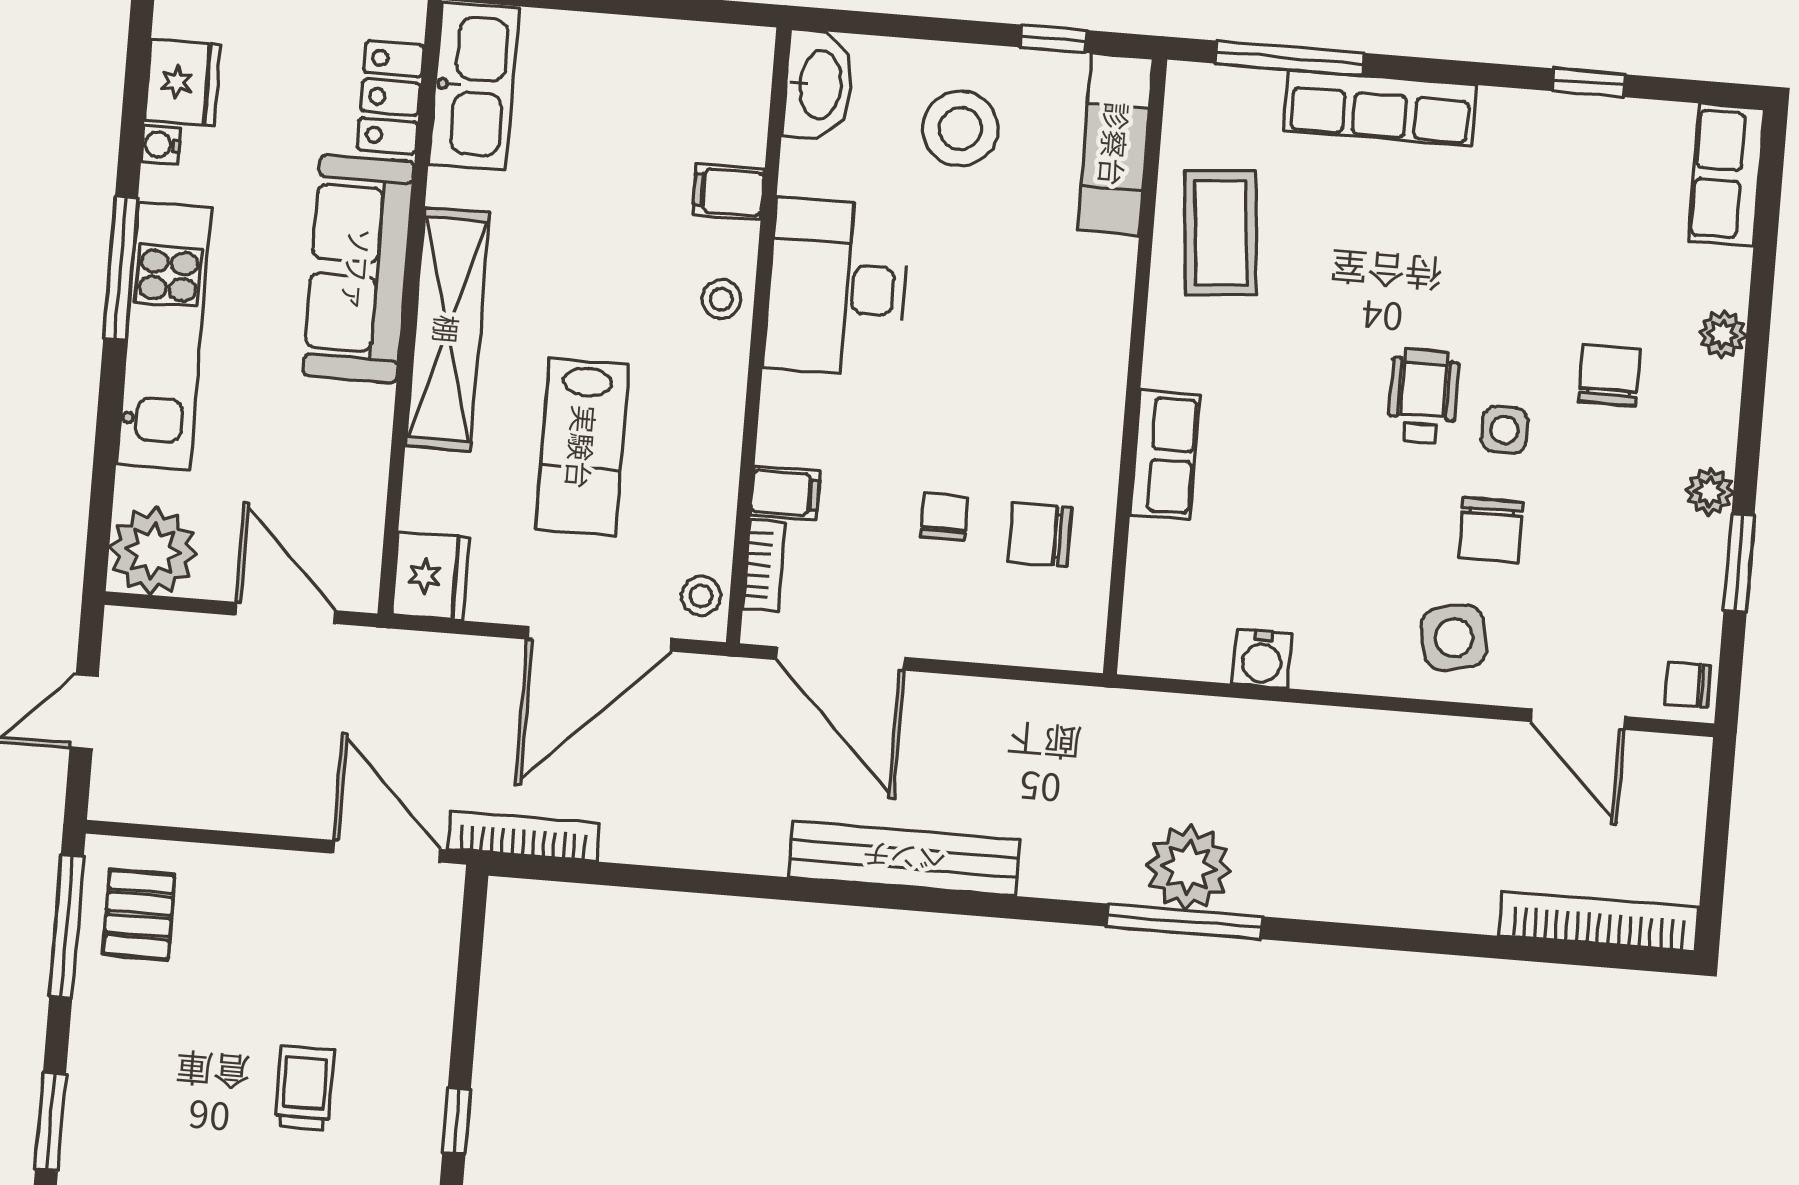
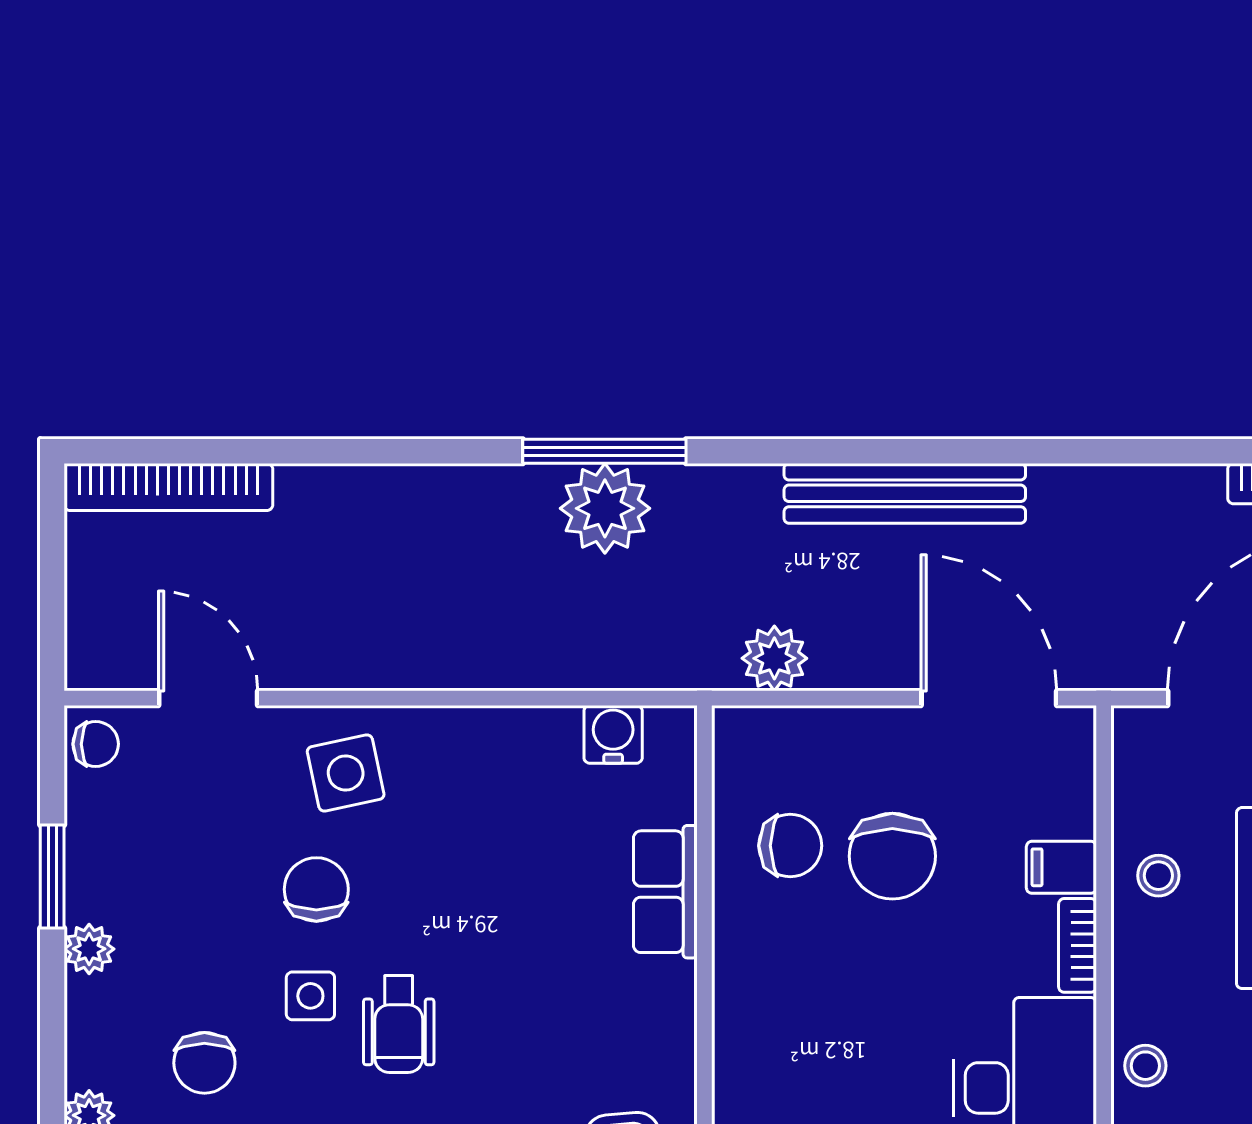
row of seats: (1165, 455) -> (665, 892), moved
chair: (944, 517) -> (892, 856), width x1.87, depth x1.87
bookcase: (764, 566) -> (1078, 945), moved
stool: (701, 596) -> (1158, 876), moved
water cooler: (1262, 659) -> (613, 734), moved
plant: (1040, 713) -> (774, 658), added

